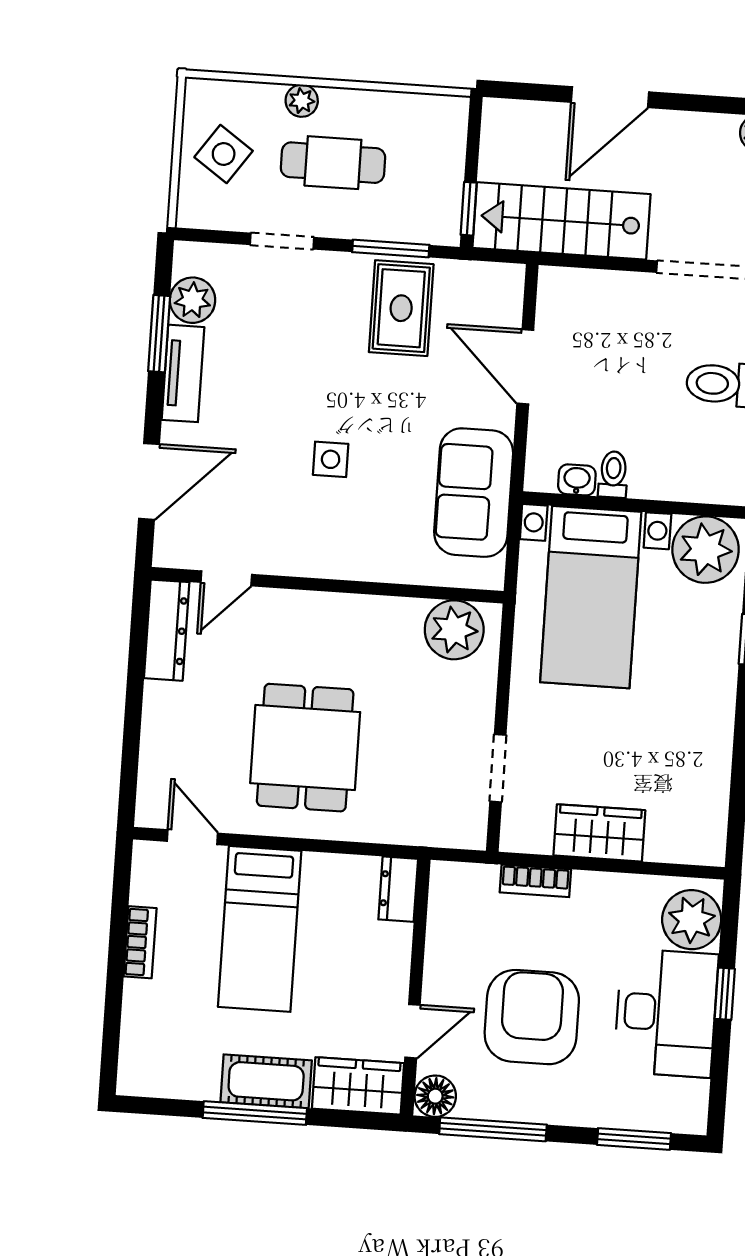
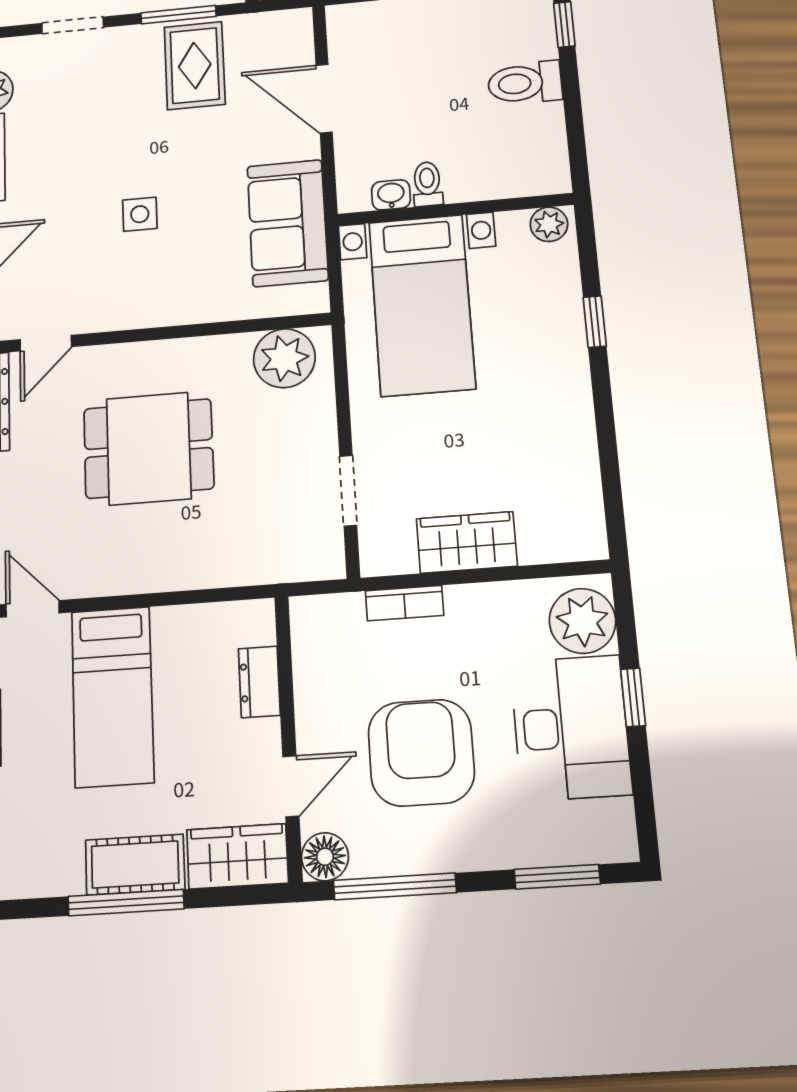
plant: (706, 550) -> (549, 224), width x0.53, depth x0.53
dining table: (305, 748) -> (149, 449), moved, turned 90
dresser: (398, 889) -> (259, 682), moved

